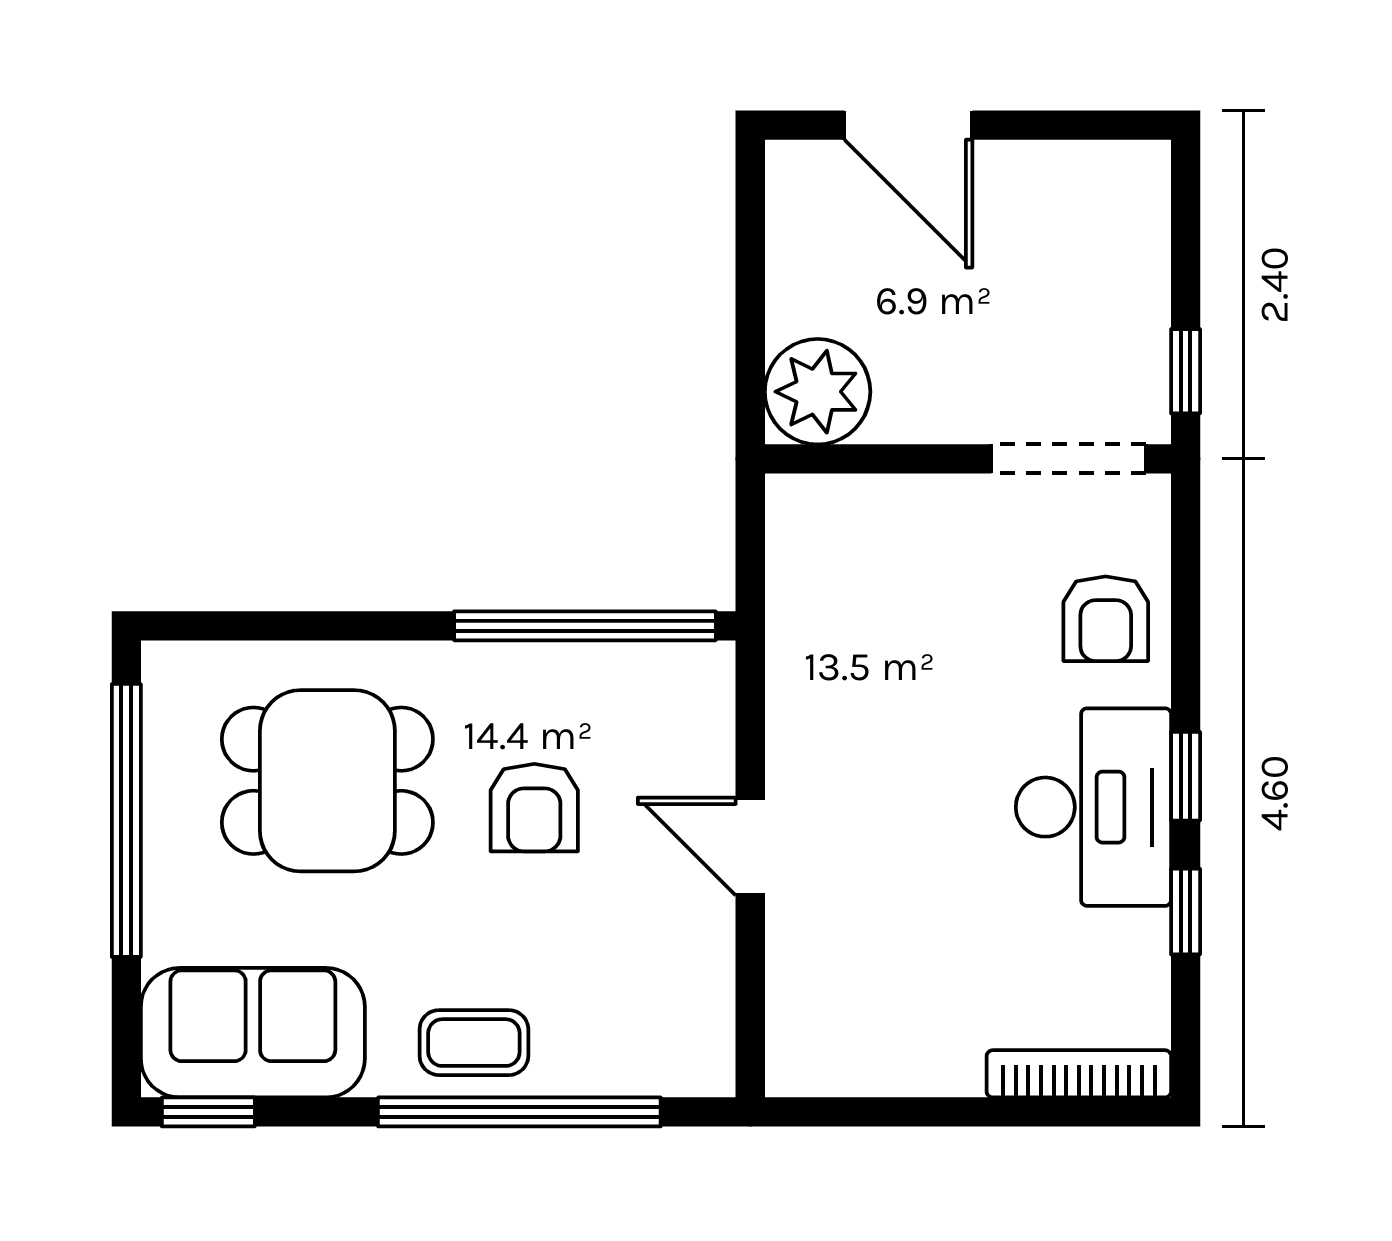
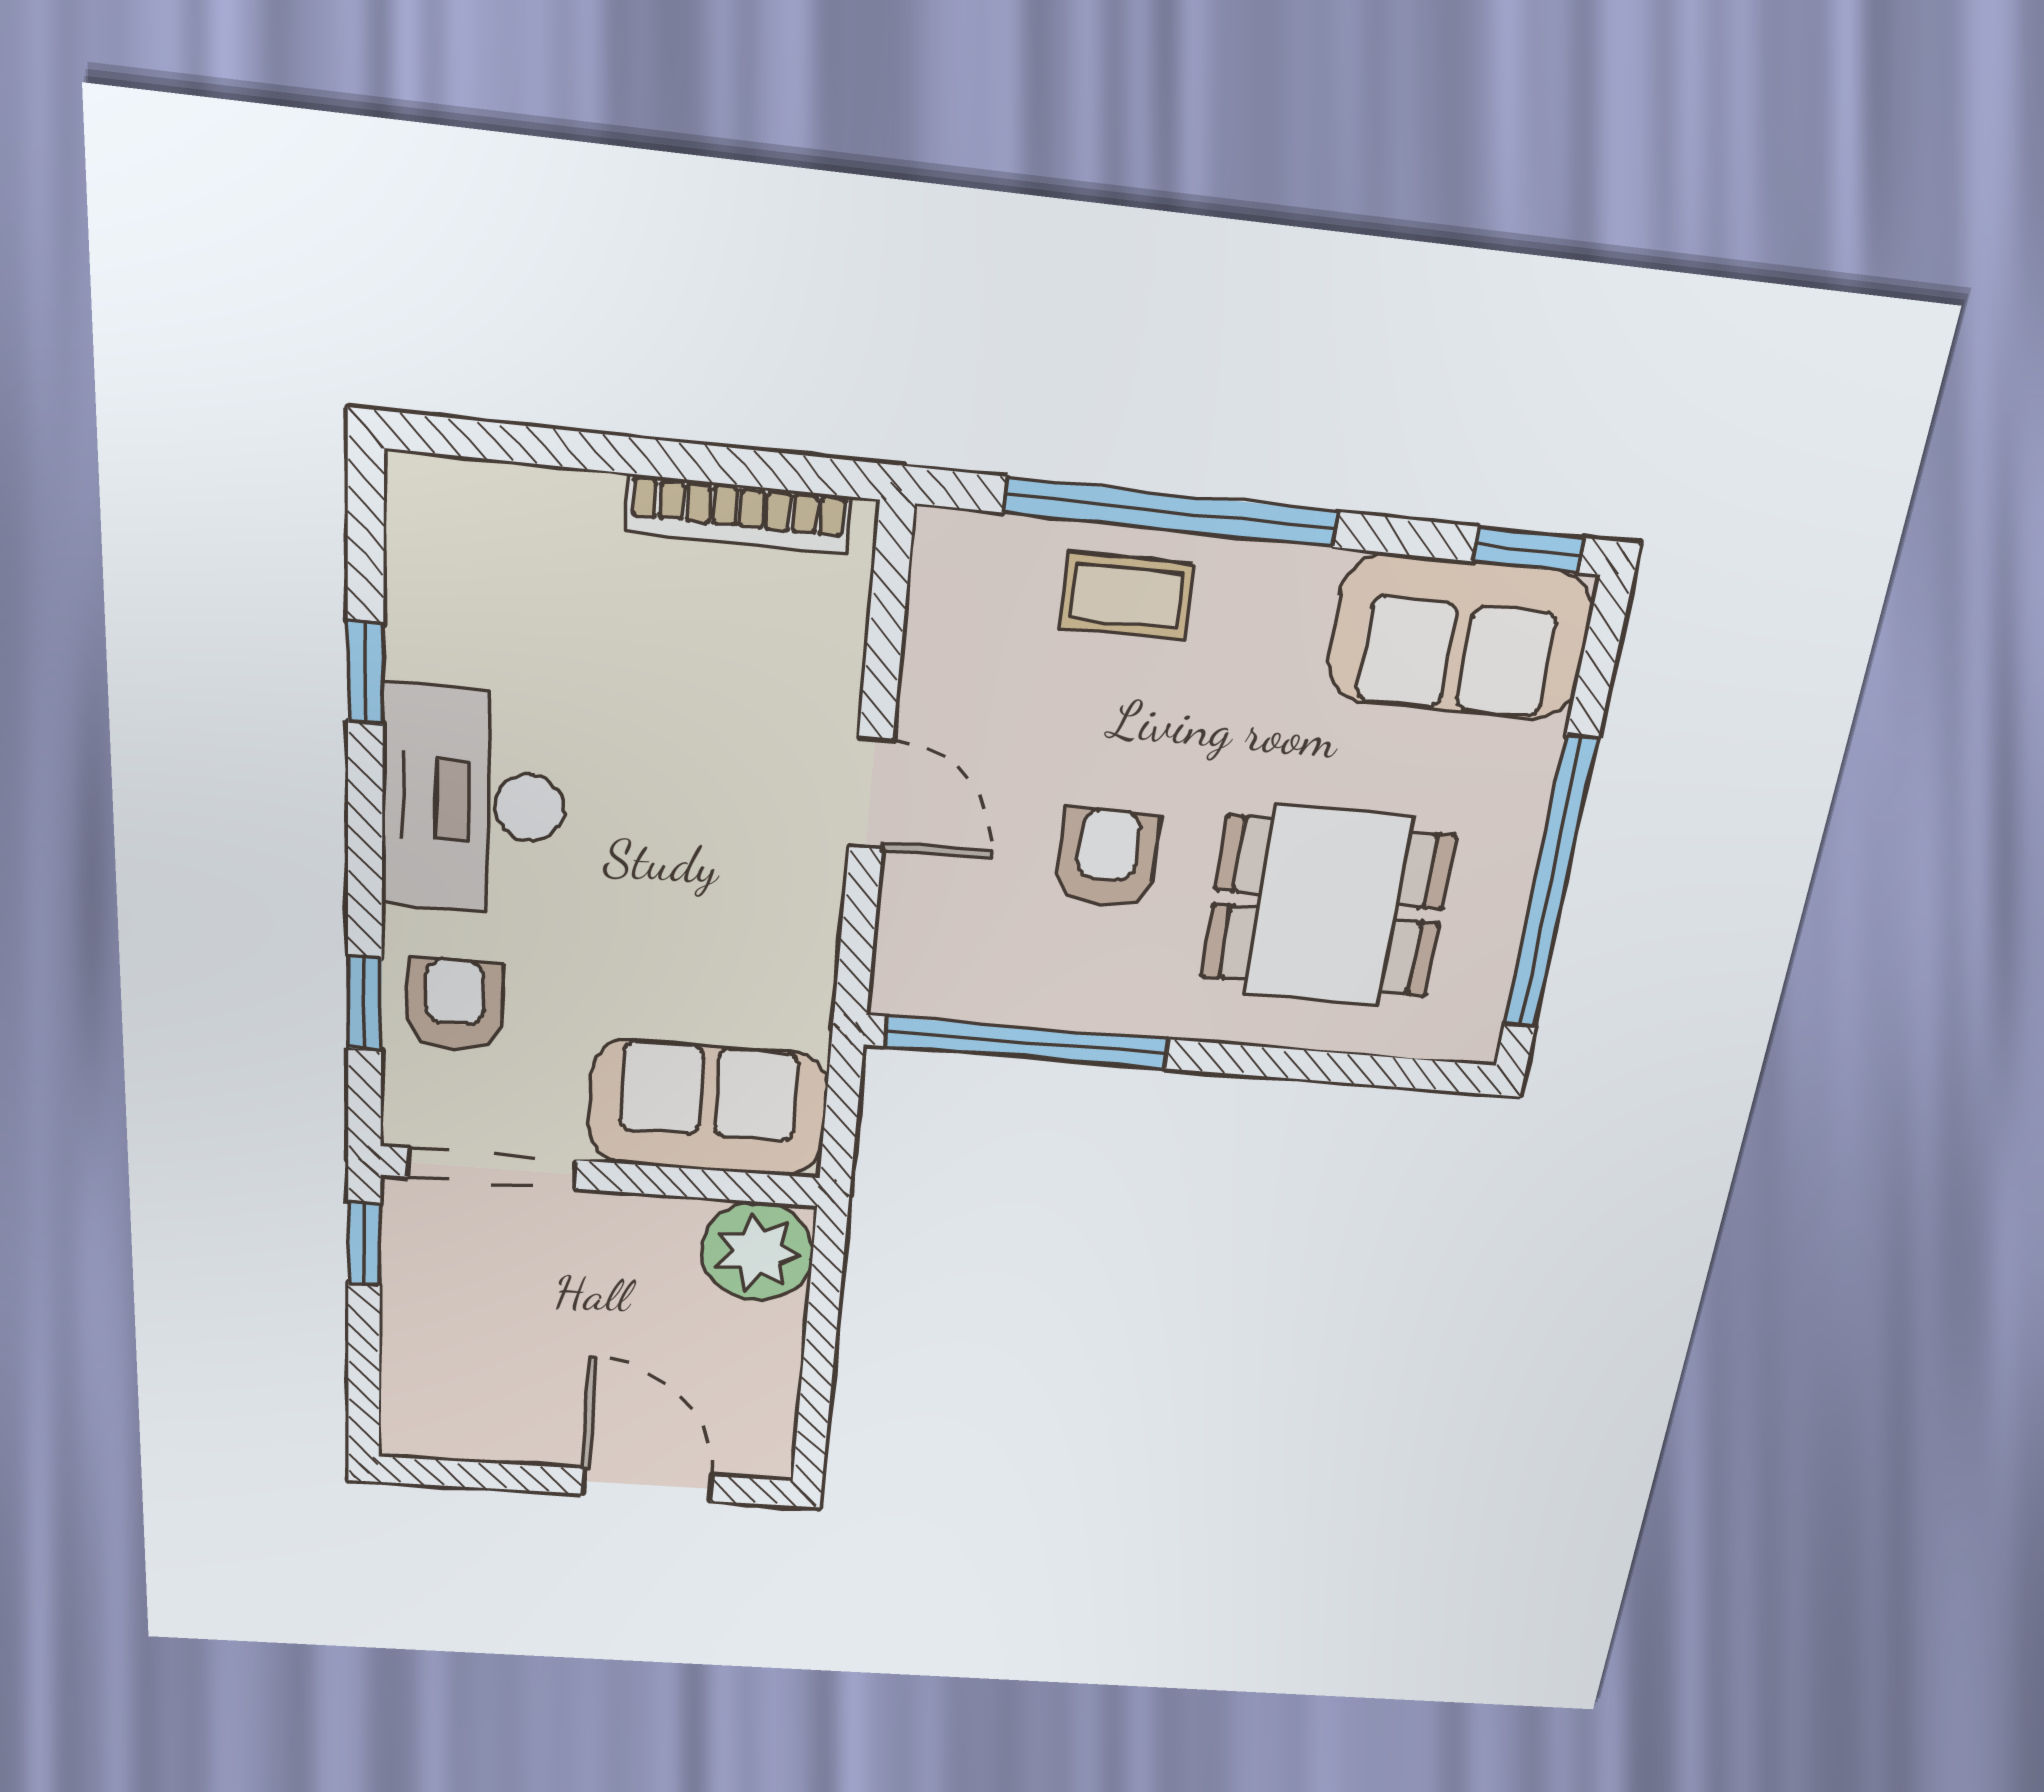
sofa: (873, 536) -> (708, 1108), added
window: (1186, 776) -> (365, 1003), moved
coffee table: (474, 1043) -> (1126, 596), moved
bookcase: (1079, 1074) -> (738, 514), moved

